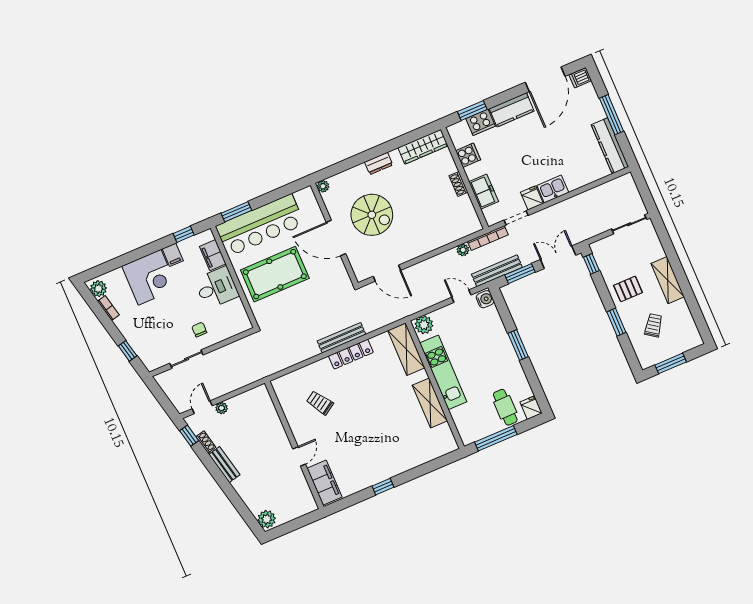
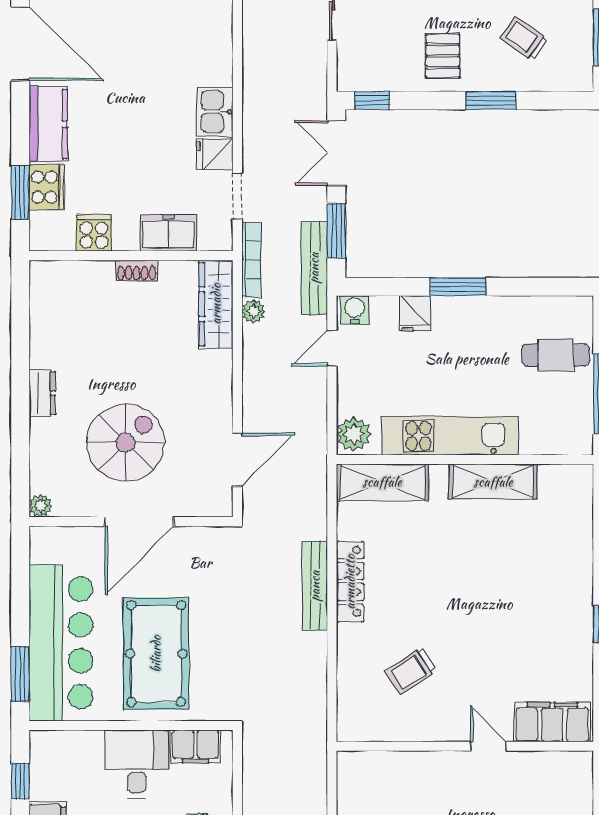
wardrobe: (423, 147) -> (216, 304), moved, turned 180
filing cabinet: (213, 255) -> (196, 747), moved
fridge: (531, 408) -> (415, 314), moved, turned -90

